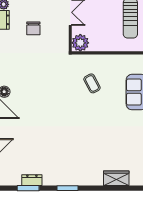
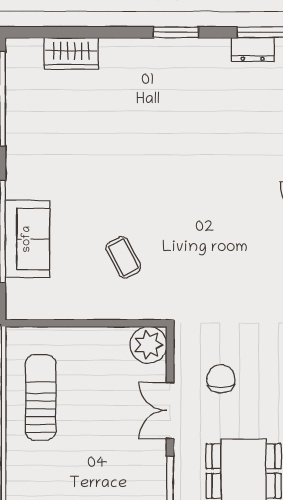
chair: (33, 28) -> (221, 379), moved

